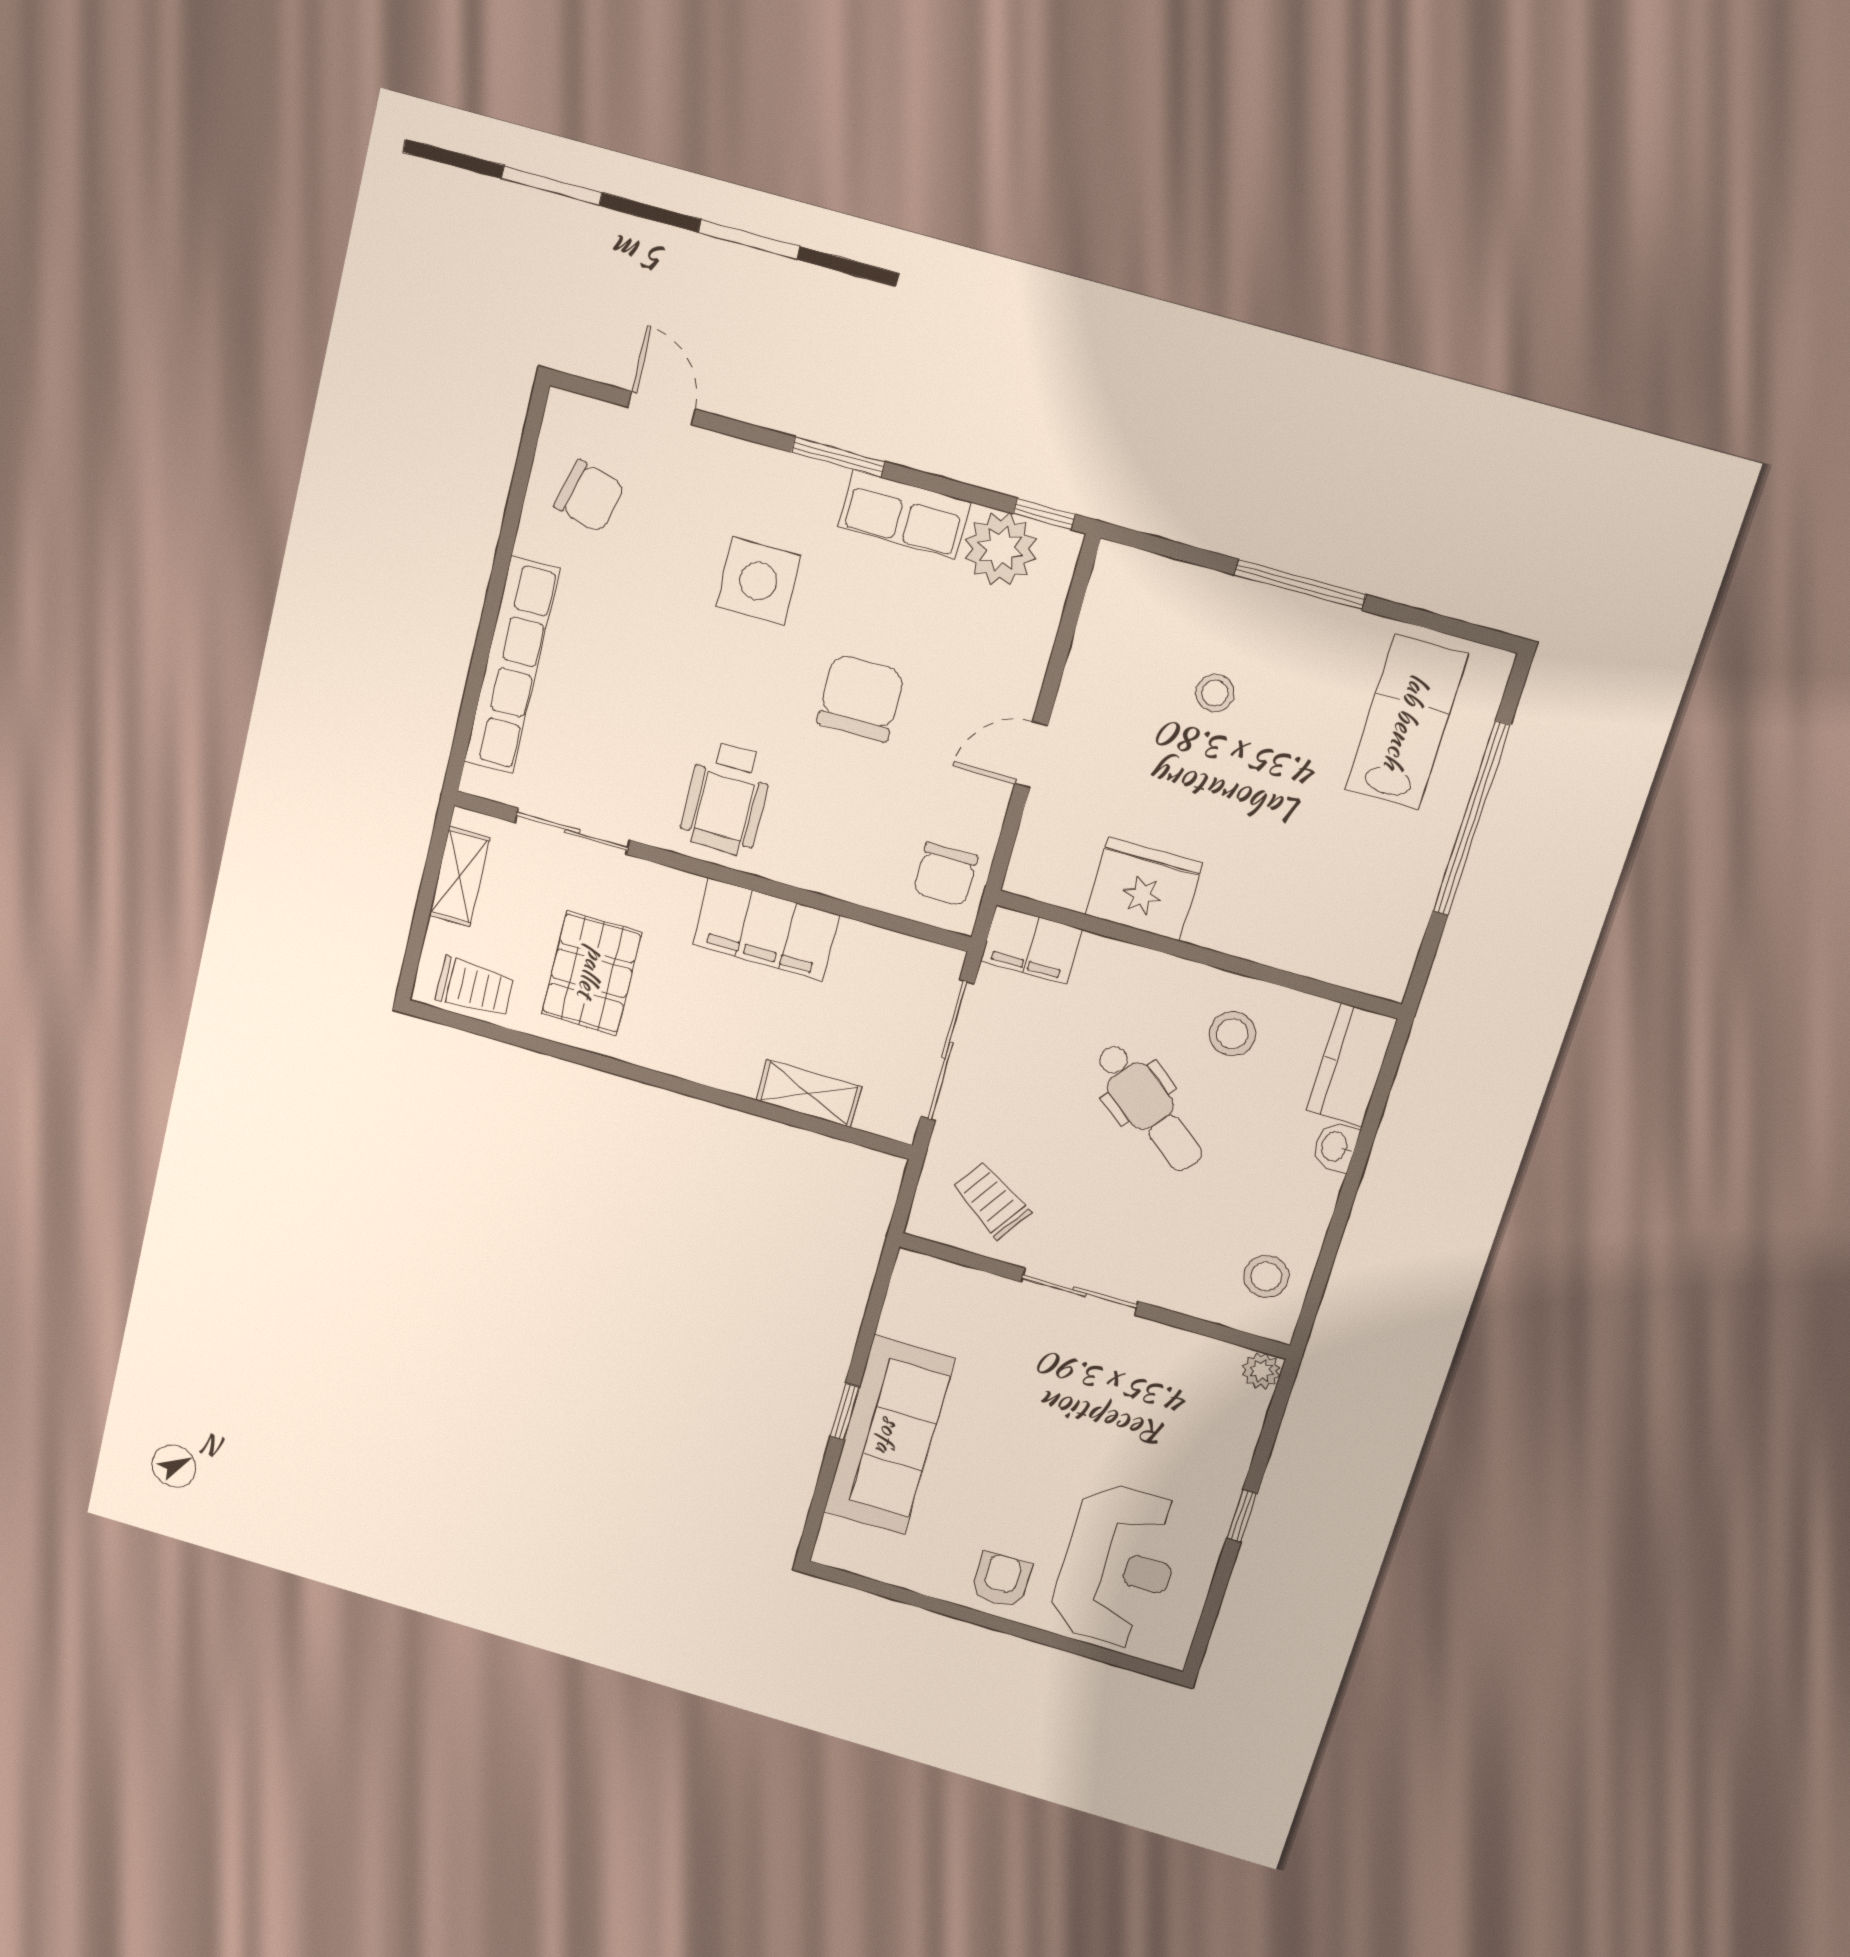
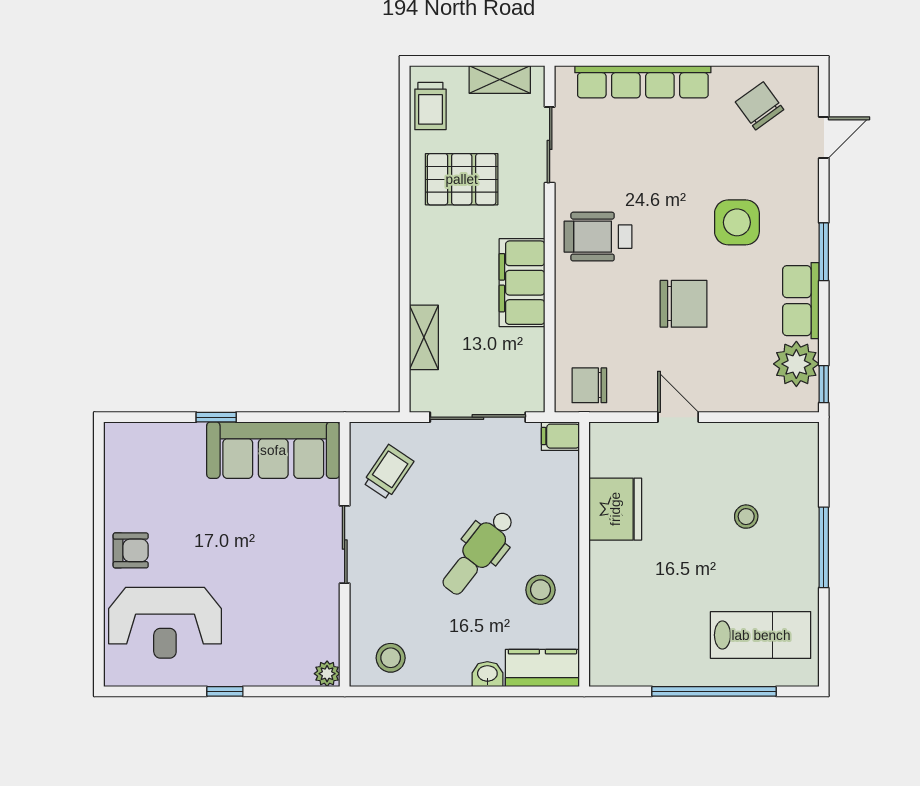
chair: (589, 496) -> (760, 106), turned 129
filing cabinet: (1031, 945) -> (560, 436), width x0.50
sofa: (889, 1435) -> (273, 450), moved

